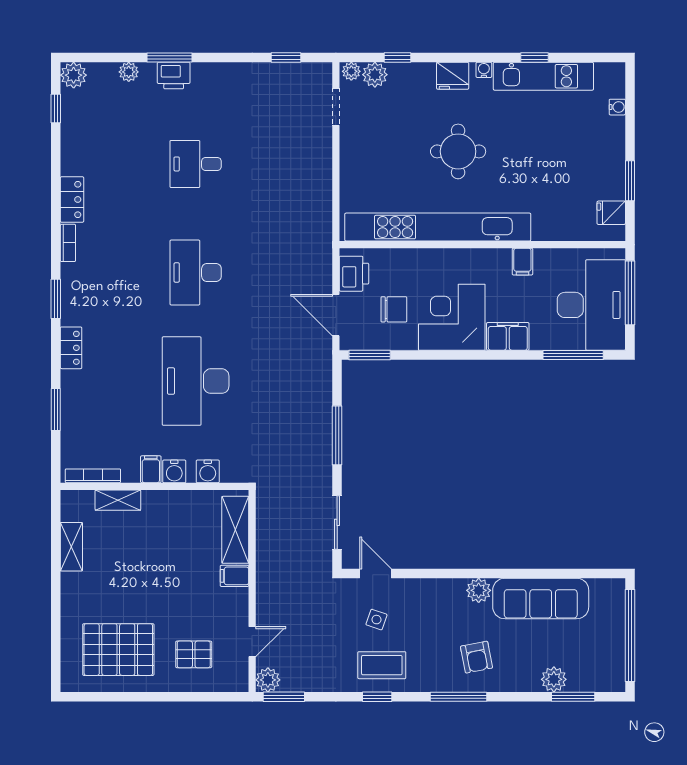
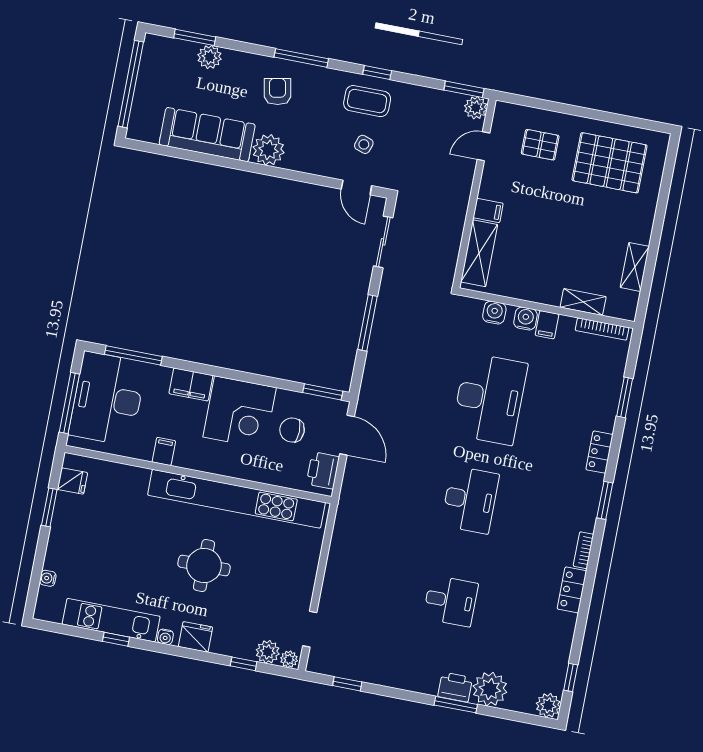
plant: (129, 72) -> (490, 689), width x1.88, depth x1.88
plant: (479, 590) -> (268, 150), width x1.36, depth x1.36

